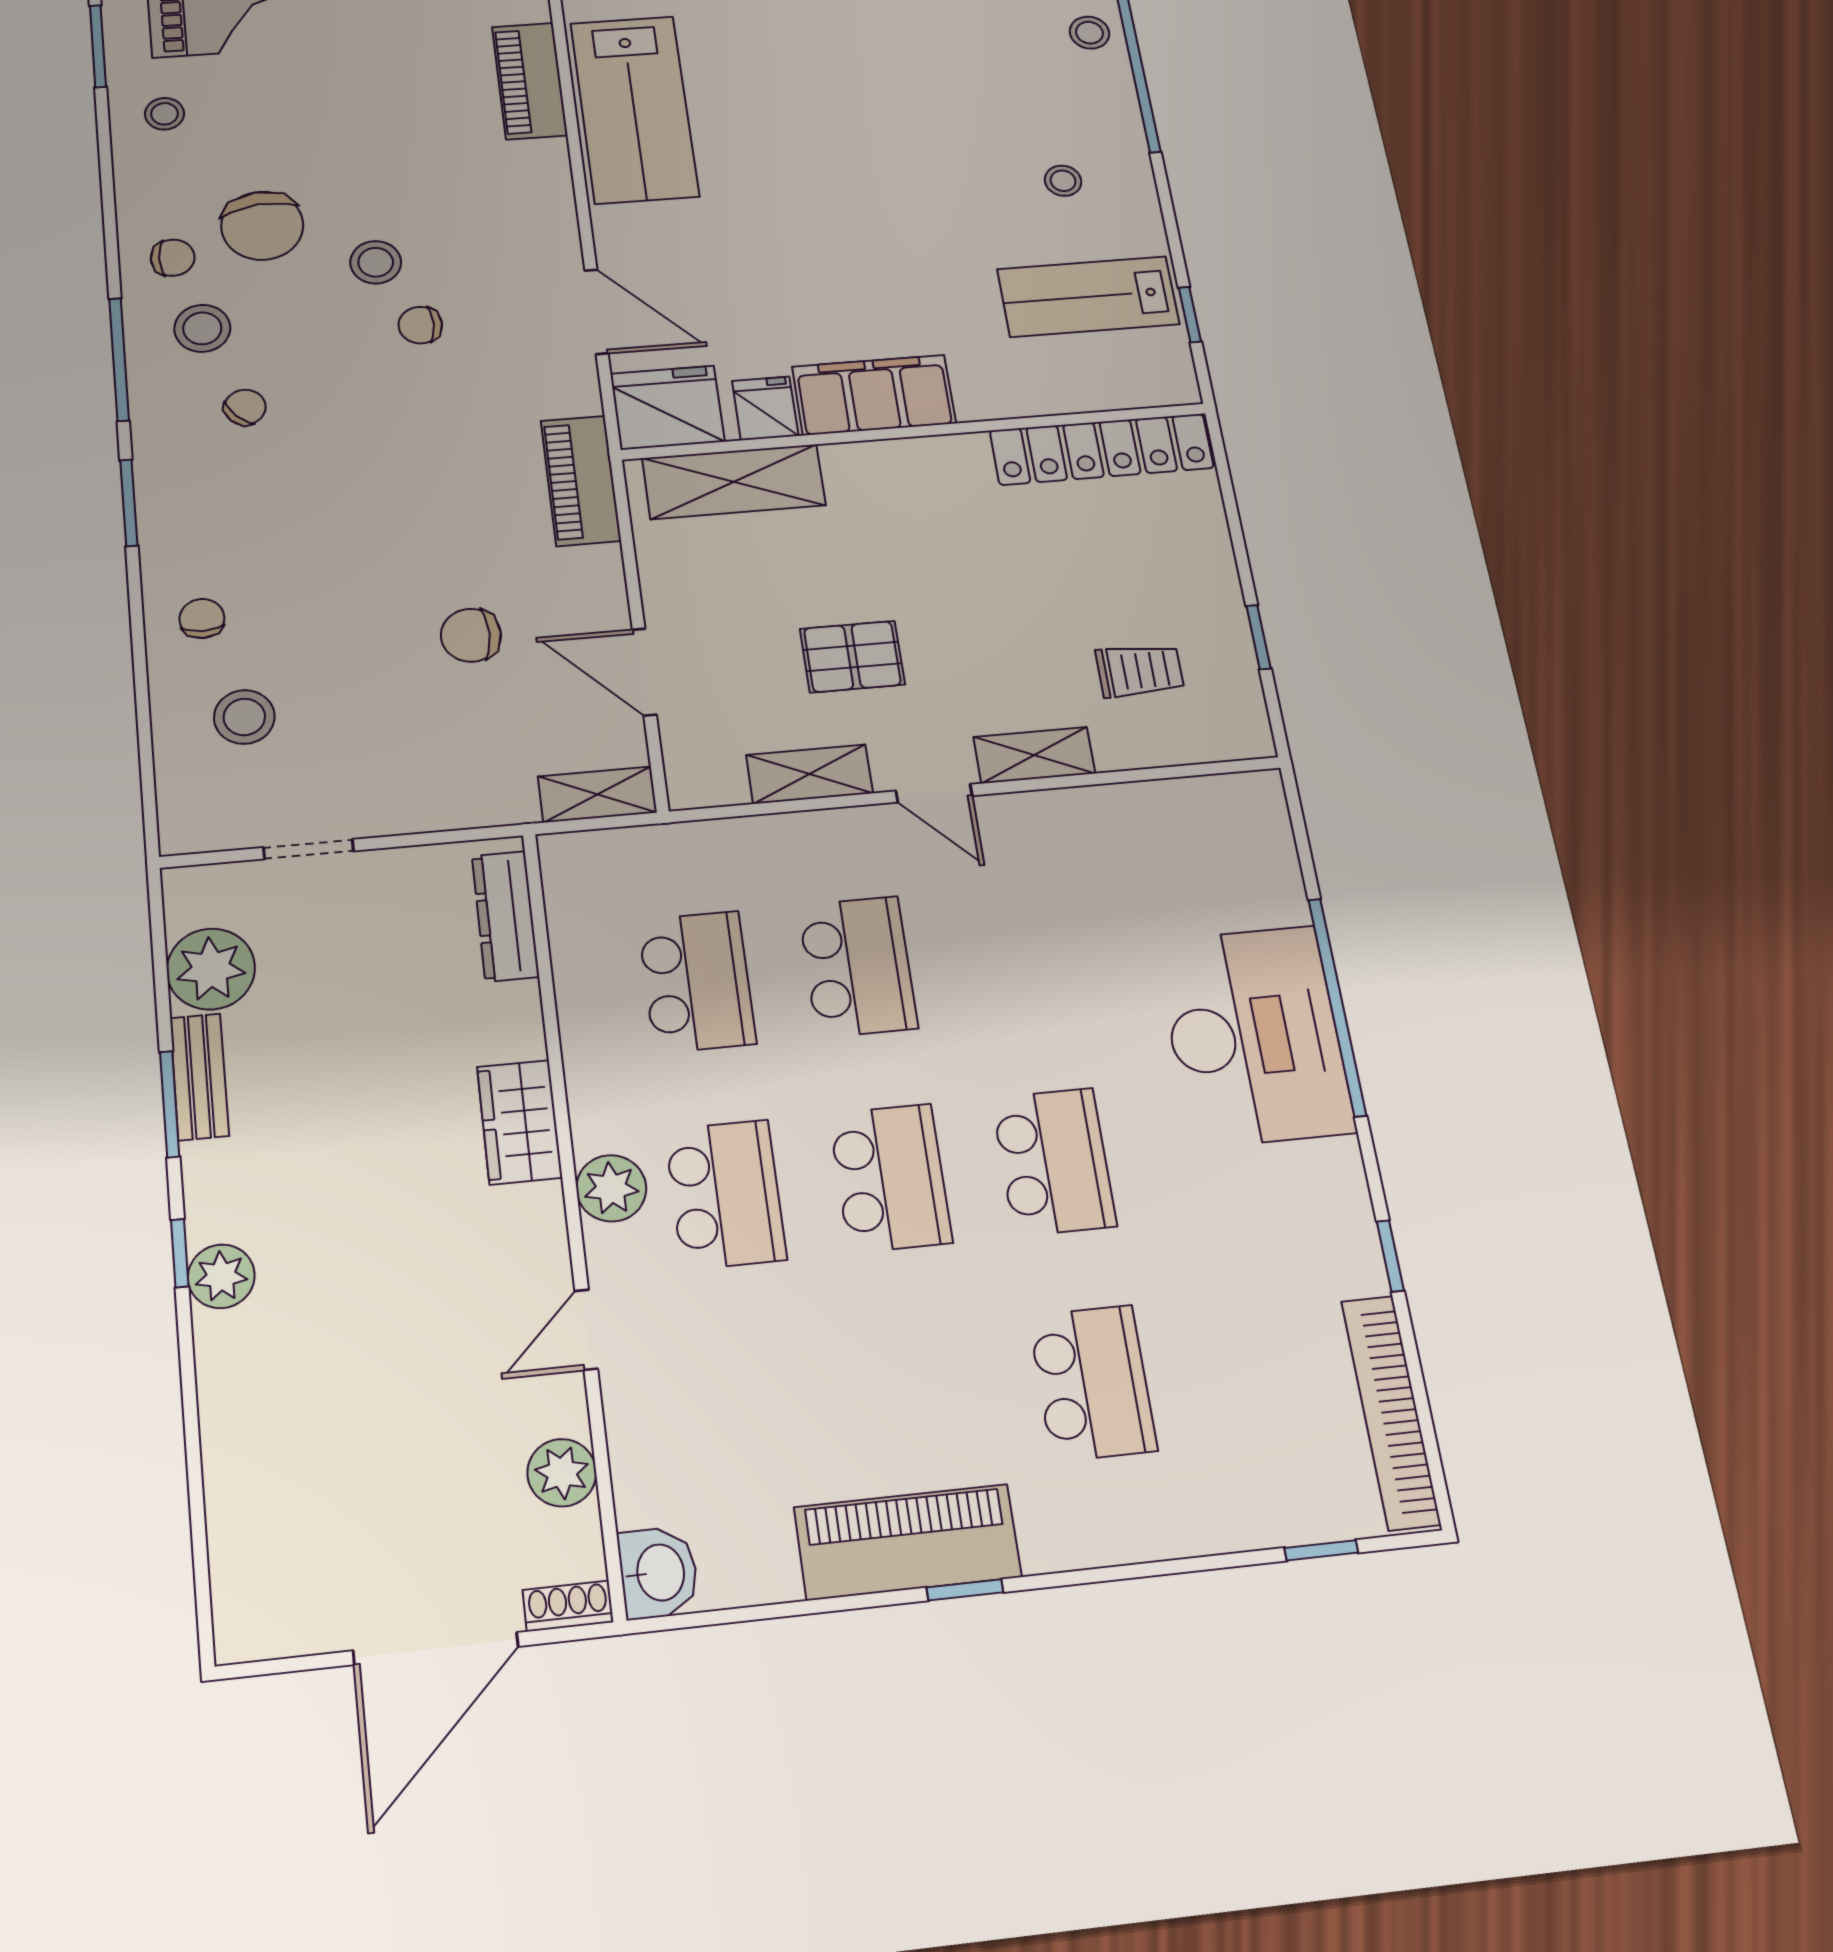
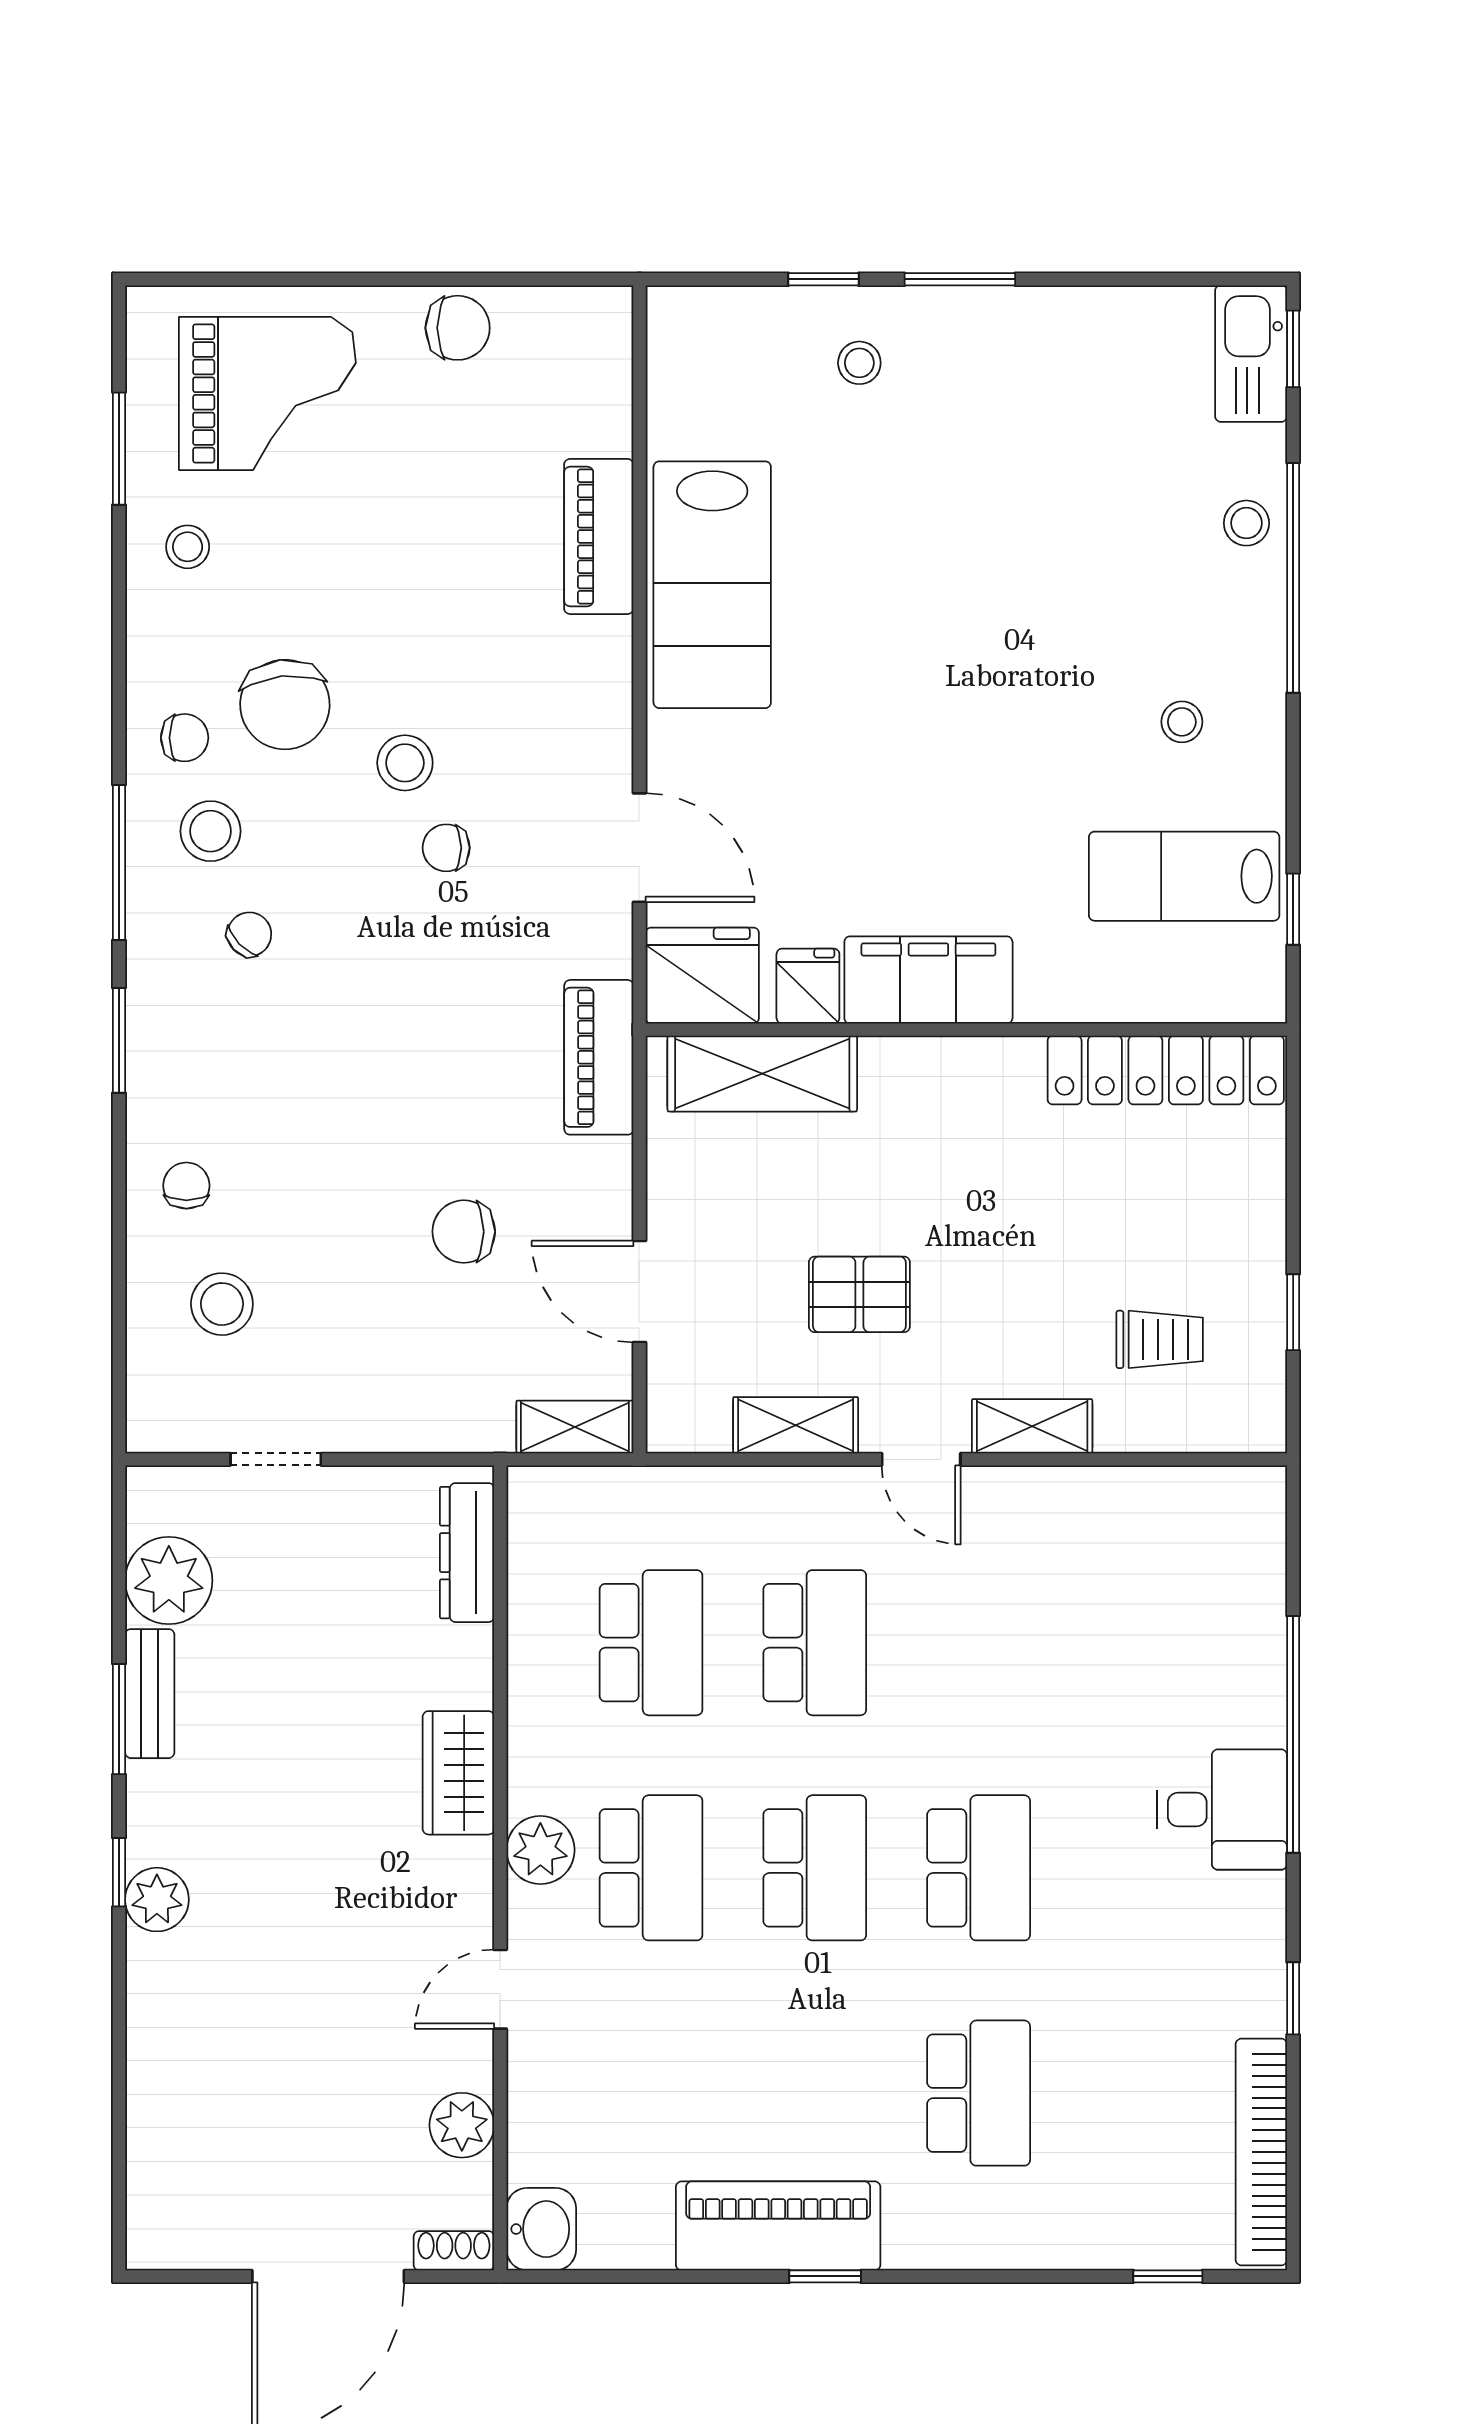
desk: (1254, 1036) -> (1222, 1809), width x0.53, depth x0.77

